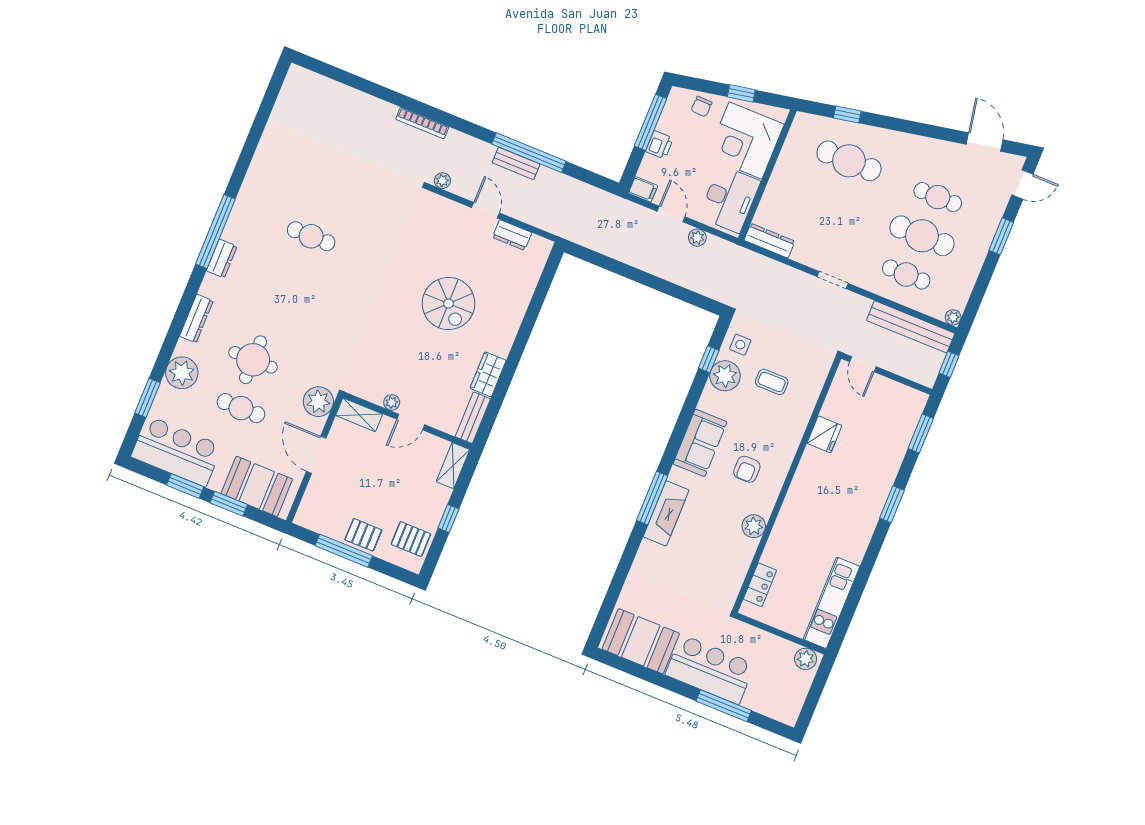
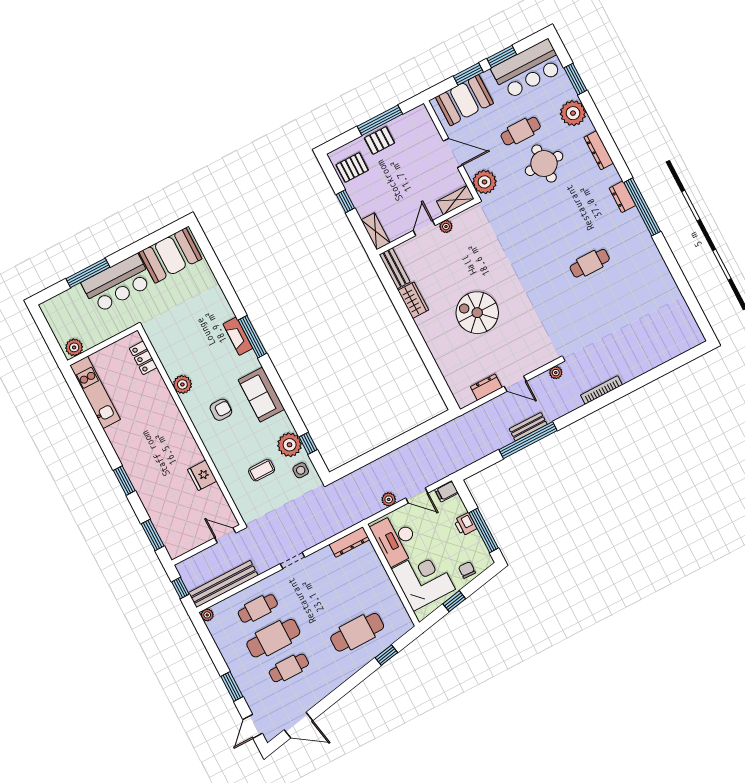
armchair: (747, 469) -> (221, 410), turned 90
fireplace: (666, 513) -> (238, 336), width x0.73, depth x0.76

